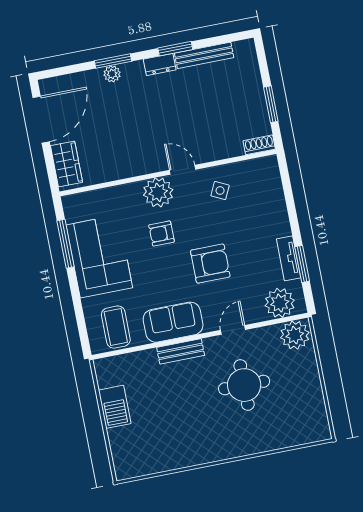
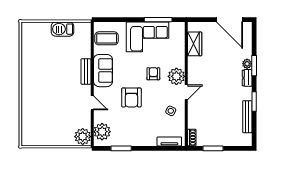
dresser: (160, 65) -> (247, 78), moved
wardrobe: (66, 164) -> (195, 44), moved, turned -90
tv unit: (289, 258) -> (169, 141), moved
round table: (244, 385) -> (60, 103), removed

